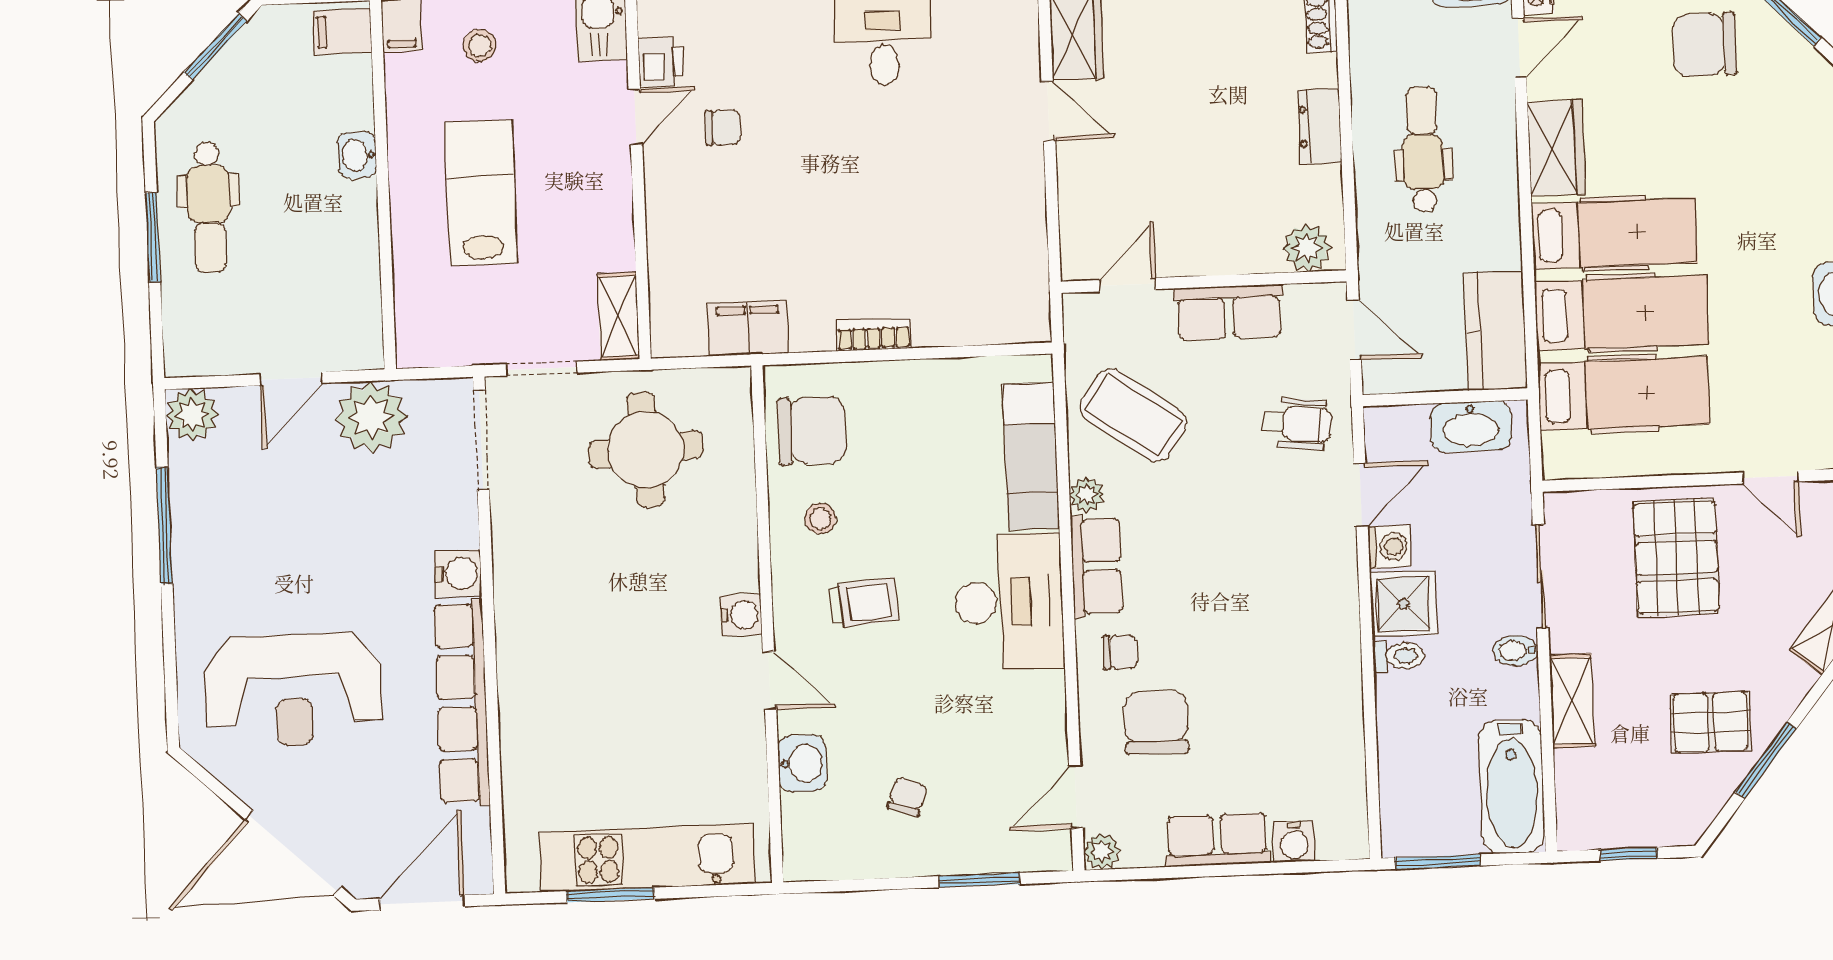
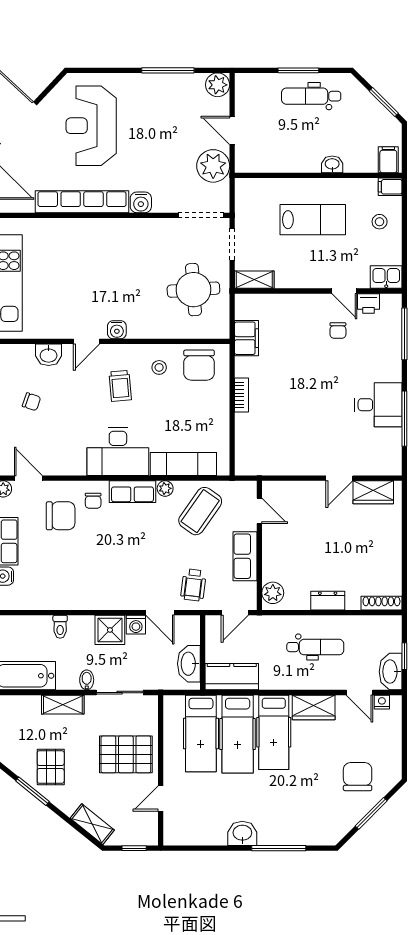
toilet: (1398, 656) -> (60, 627), moved

